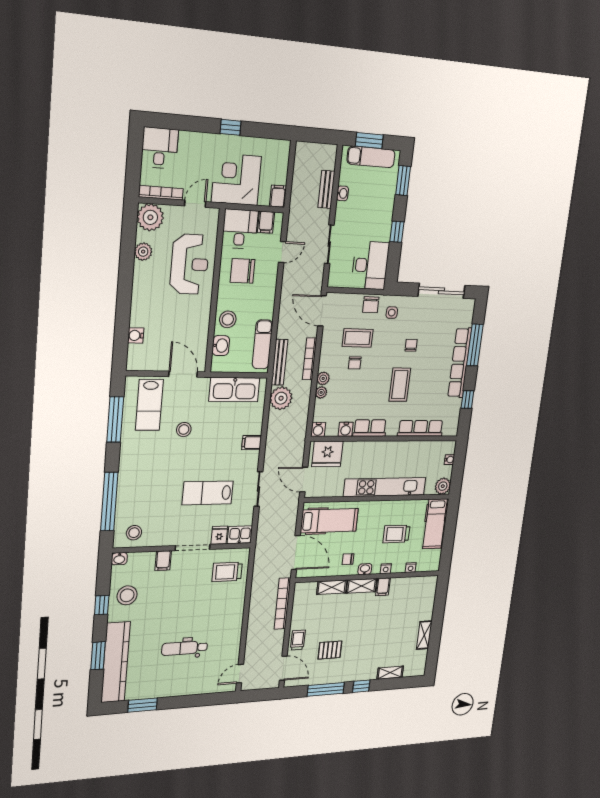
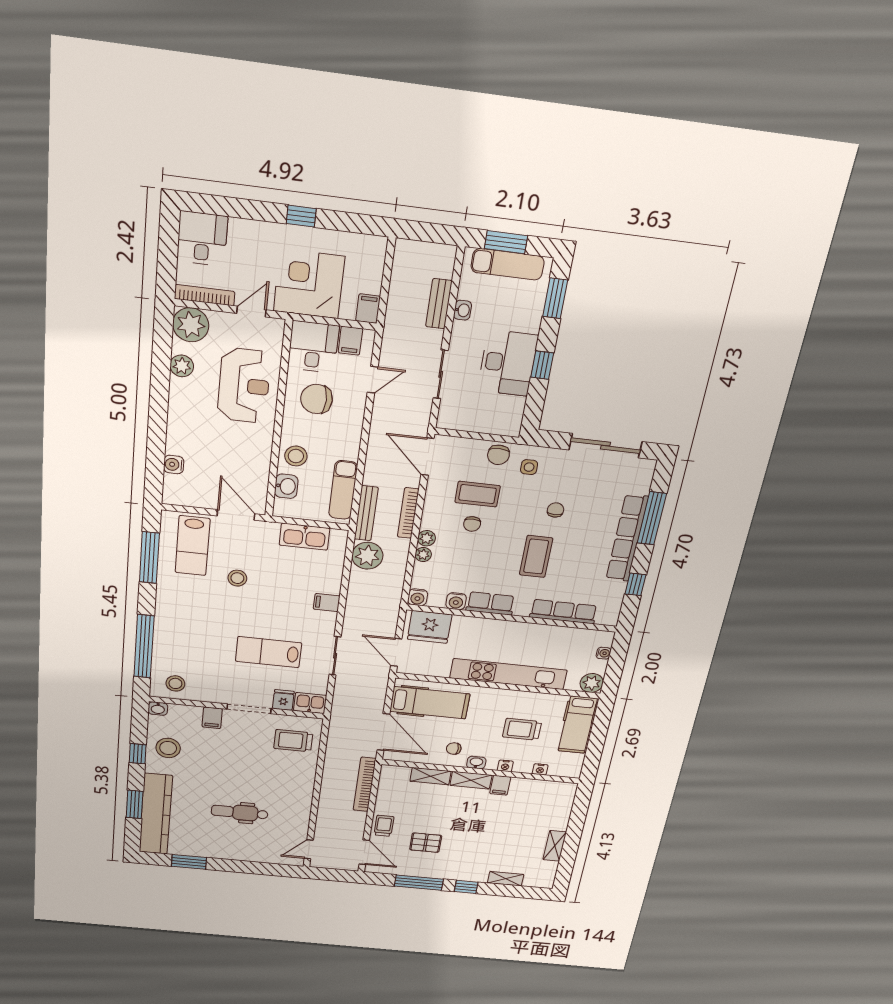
desk: (370, 265) -> (508, 363), moved
kitchen sink: (234, 390) -> (305, 537), width x0.73, depth x0.81

